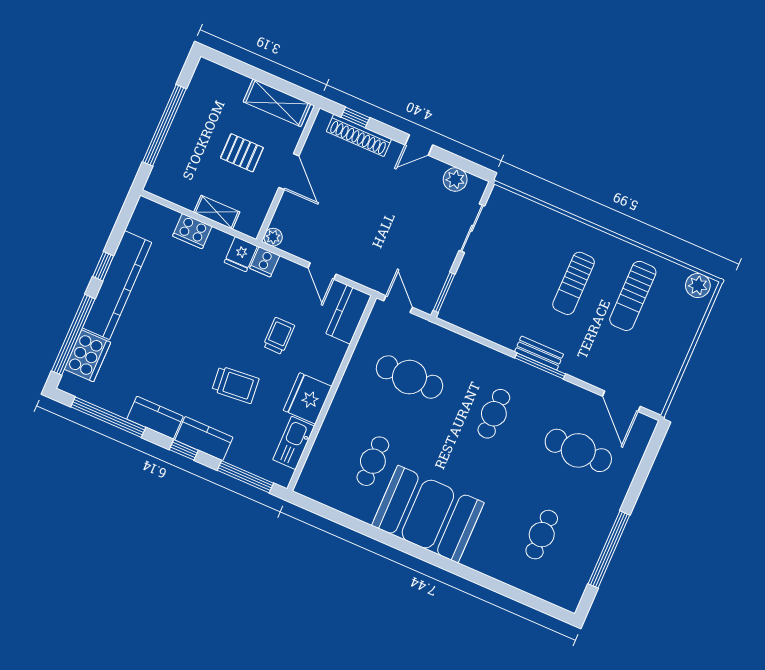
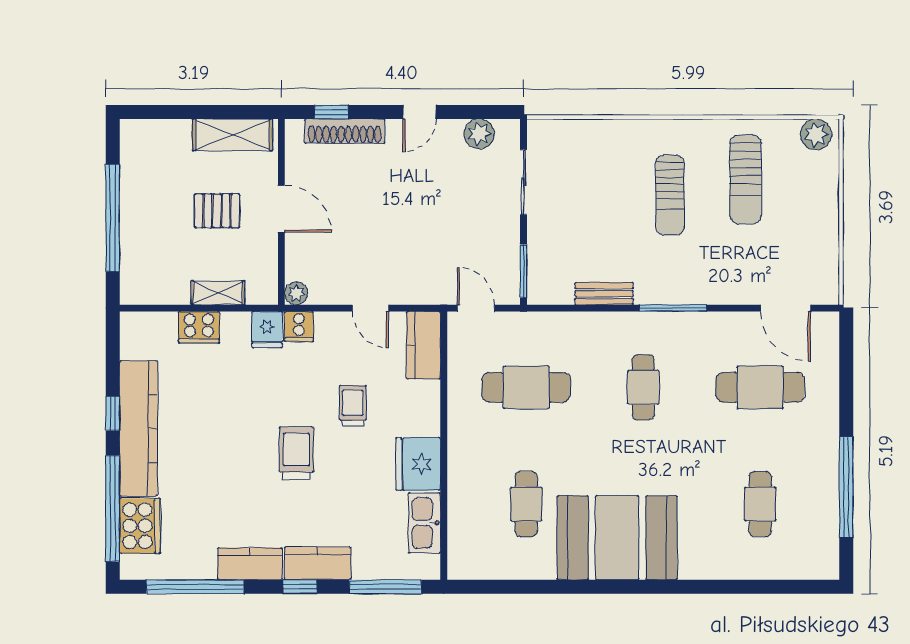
bench: (539, 353) -> (604, 294), moved
trolley: (235, 385) -> (296, 453), moved, turned -85

